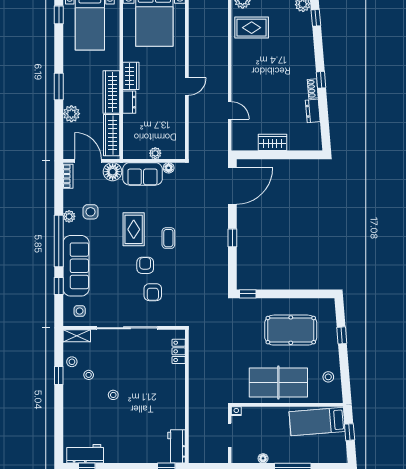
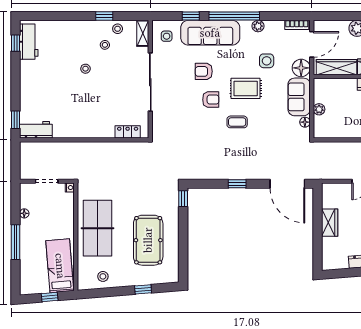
side table: (91, 212) -> (267, 61), moved
armchair: (153, 292) -> (204, 71), moved

